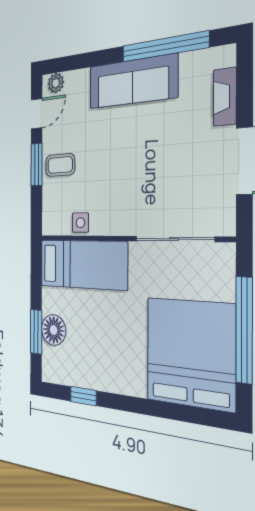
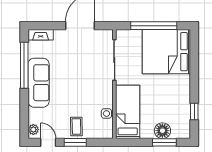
fireplace: (225, 97) -> (41, 35), moved

